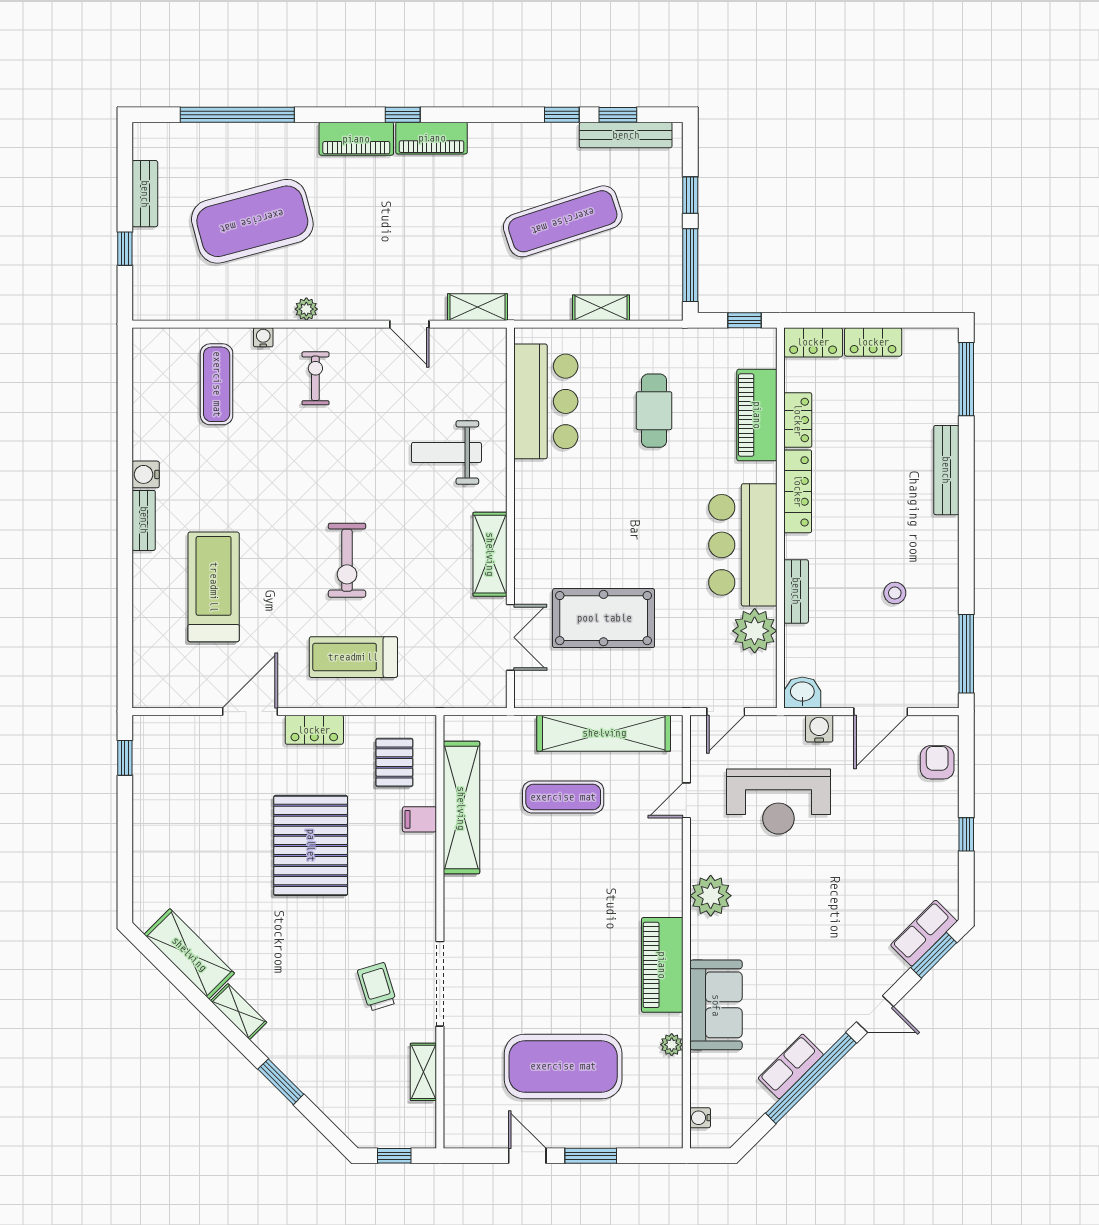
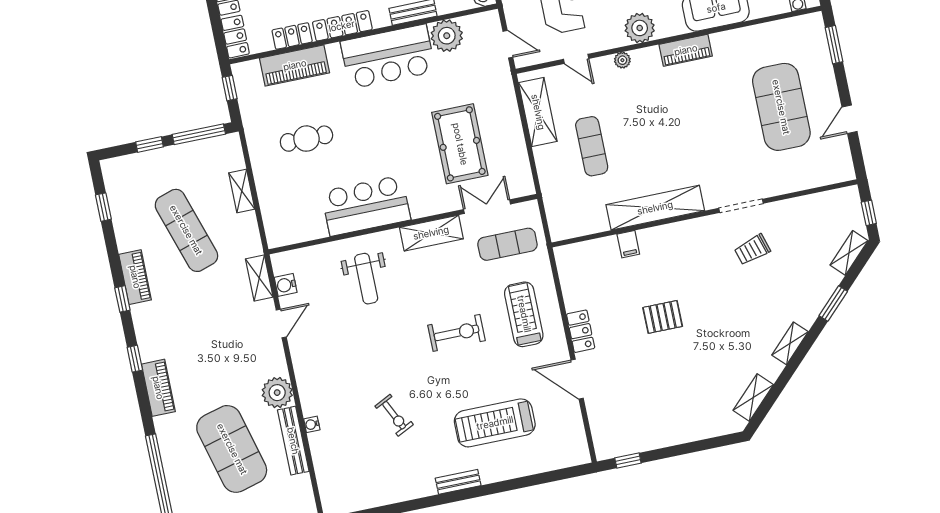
window: (562, 115) -> (122, 299), moved
bench: (626, 135) -> (293, 441), moved
piano: (432, 138) -> (135, 277), moved
plant: (306, 309) -> (277, 393), width x1.87, depth x1.87
exercise bike: (315, 378) -> (394, 415), moved, turned -116
exercise mat: (217, 384) -> (507, 244), moved
bar counter: (546, 401) -> (366, 206), moved
water cooler: (146, 474) -> (286, 285), moved, turned 90
treadmill: (353, 657) -> (524, 314), turned 180
shelving: (604, 733) -> (538, 112), width x0.68
pallet: (394, 762) -> (592, 270), removed
shelving: (461, 808) -> (655, 208), moved
pallet: (311, 845) -> (663, 317), width x0.49, depth x0.50
shelving: (189, 954) -> (753, 398), width x0.67, depth x0.75
piano: (662, 965) -> (686, 50), width x0.73, depth x0.75
doorway: (440, 984) -> (741, 206), width x0.73
plant: (672, 1045) -> (622, 60), moved
shelving: (423, 1072) -> (849, 253), moved, turned -45
window: (591, 1156) -> (834, 45), moved

